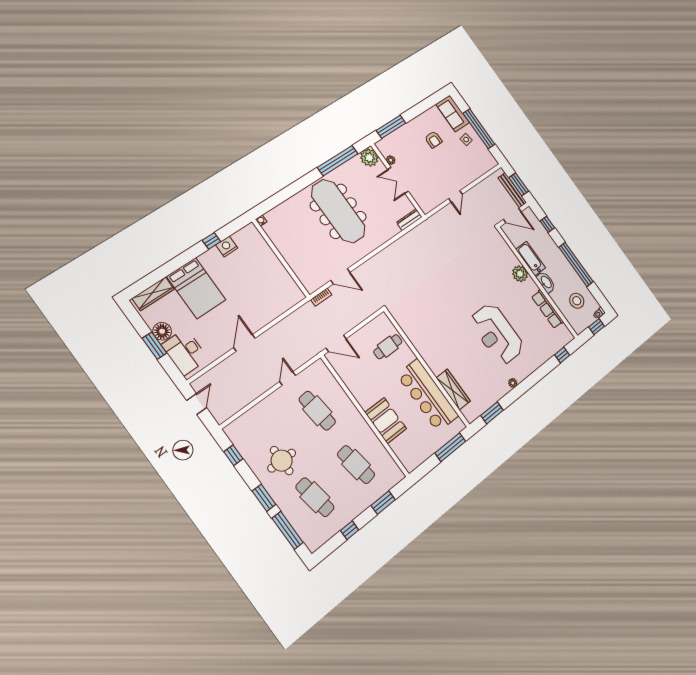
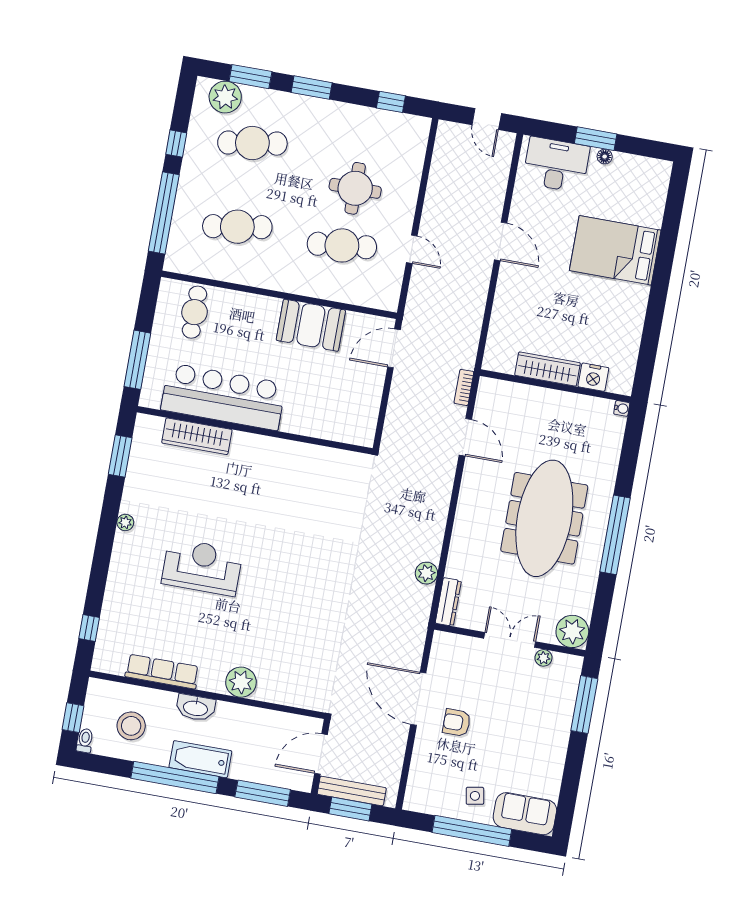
armchair: (433, 140) -> (457, 723), moved
window: (338, 161) -> (615, 535), moved
door: (455, 196) -> (418, 699), width x1.87
meeting table: (338, 211) -> (544, 518), turned 90
window: (547, 224) -> (263, 793), width x2.17
plant: (408, 240) -> (426, 573), added
window: (211, 241) -> (653, 324), removed
nightstand: (227, 246) -> (593, 377), moved, turned 90
bathtub: (531, 259) -> (200, 759), moved, turned 180
door: (340, 276) -> (465, 437), swing flipped
wardrobe: (153, 294) -> (548, 369), moved, turned 90
floor lamp: (162, 331) -> (605, 157), width x0.53, depth x0.53
reception desk: (497, 334) -> (202, 567), width x0.74, depth x0.77
cafe table: (388, 347) -> (194, 312), moved
booth: (386, 421) -> (311, 325), moved
round table: (282, 461) -> (355, 188), moved
window: (383, 503) -> (164, 213), width x2.11
window: (288, 530) -> (250, 77), width x0.69
plant: (308, 531) -> (225, 97), added

